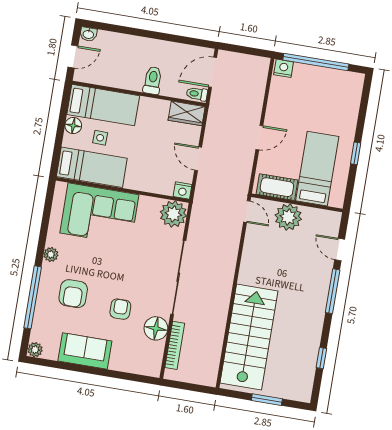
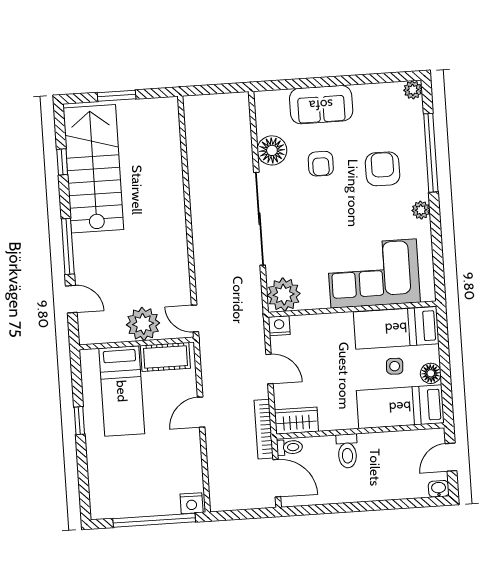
door: (213, 72) -> (277, 478), hinge flipped
stairs: (249, 337) -> (93, 169), moved, turned 180
bookcase: (175, 345) -> (264, 429), moved
sofa: (85, 351) -> (321, 105), moved

